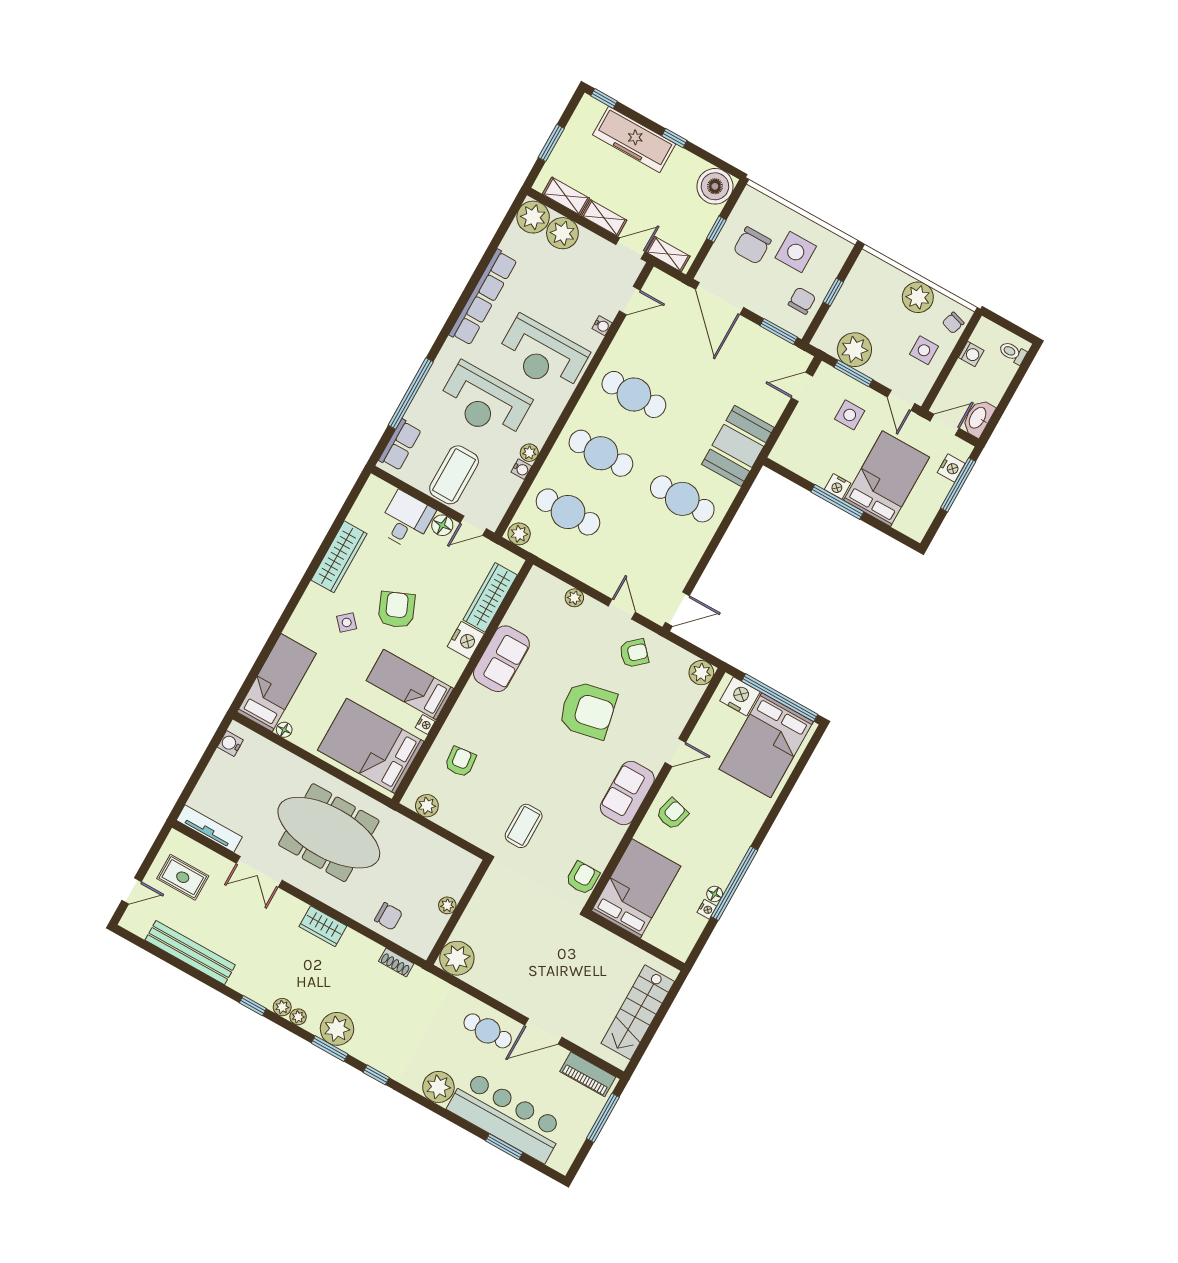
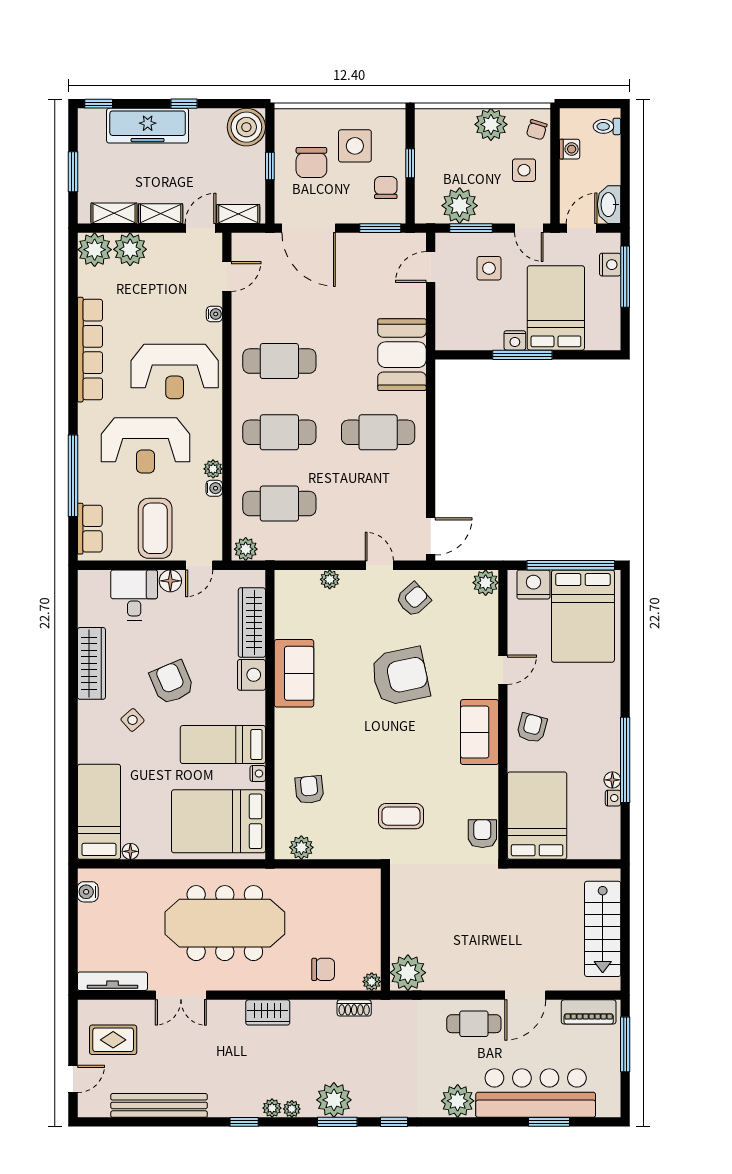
coffee table: (524, 826) -> (401, 816), turned 90
plant: (447, 905) -> (372, 982), moved

